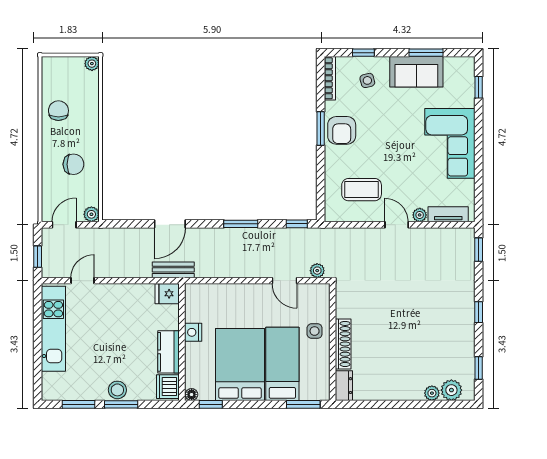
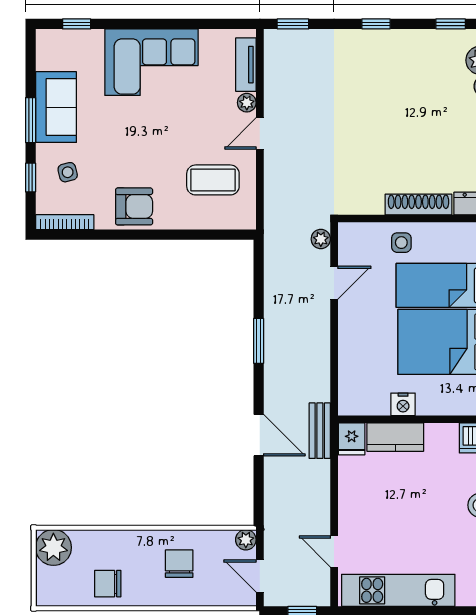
window: (426, 53) -> (31, 120), moved
plant: (92, 64) -> (53, 547), width x1.88, depth x1.88
window: (321, 128) -> (132, 235), removed
coffee table: (362, 190) -> (213, 180), turned 90
window: (297, 224) -> (259, 266), removed
kitchen counter: (168, 352) -> (395, 437), moved

